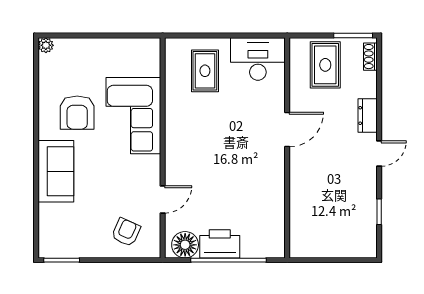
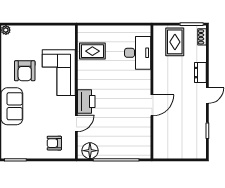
desk: (258, 59) -> (138, 53), moved, turned 90
rug: (205, 71) -> (92, 51), moved, turned 90
door: (287, 130) -> (152, 105), moved
armchair: (126, 232) -> (54, 143), turned -114
printer: (220, 244) -> (86, 101), moved, turned 90

